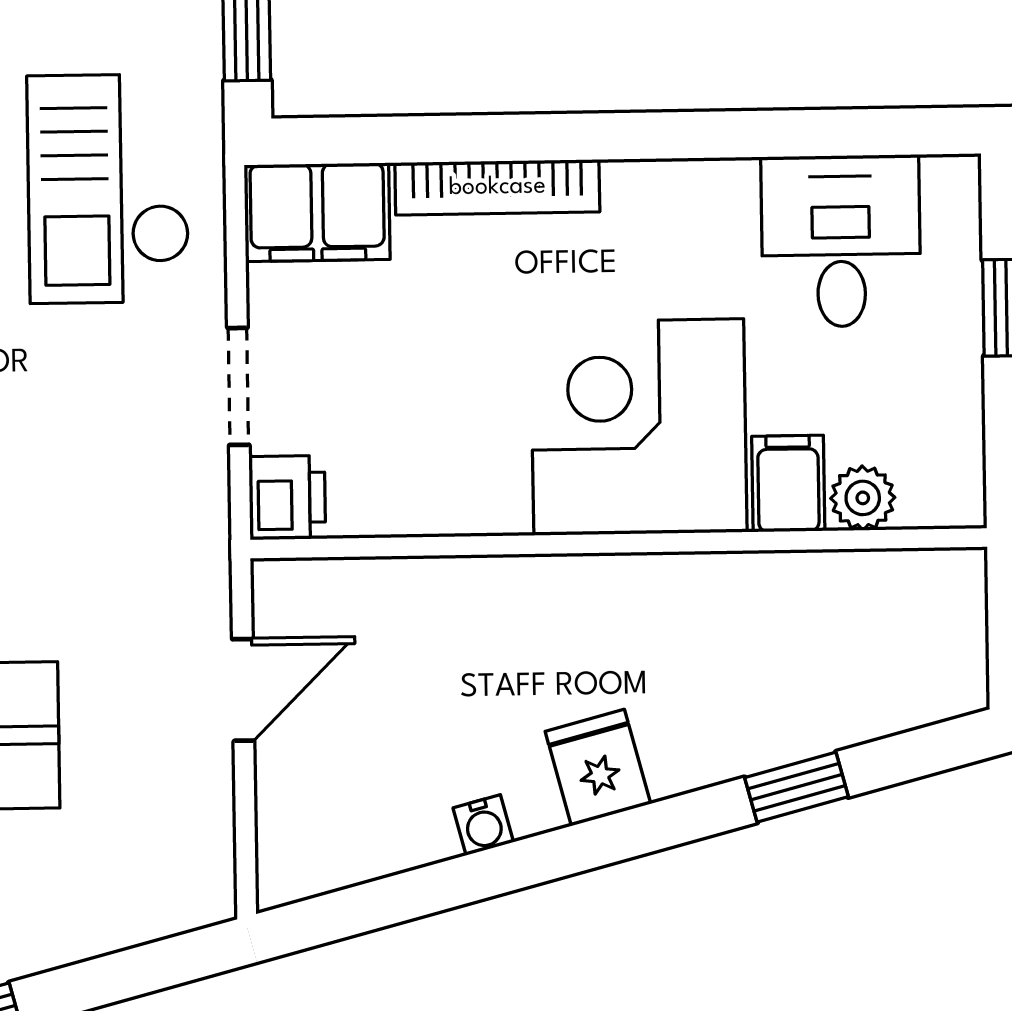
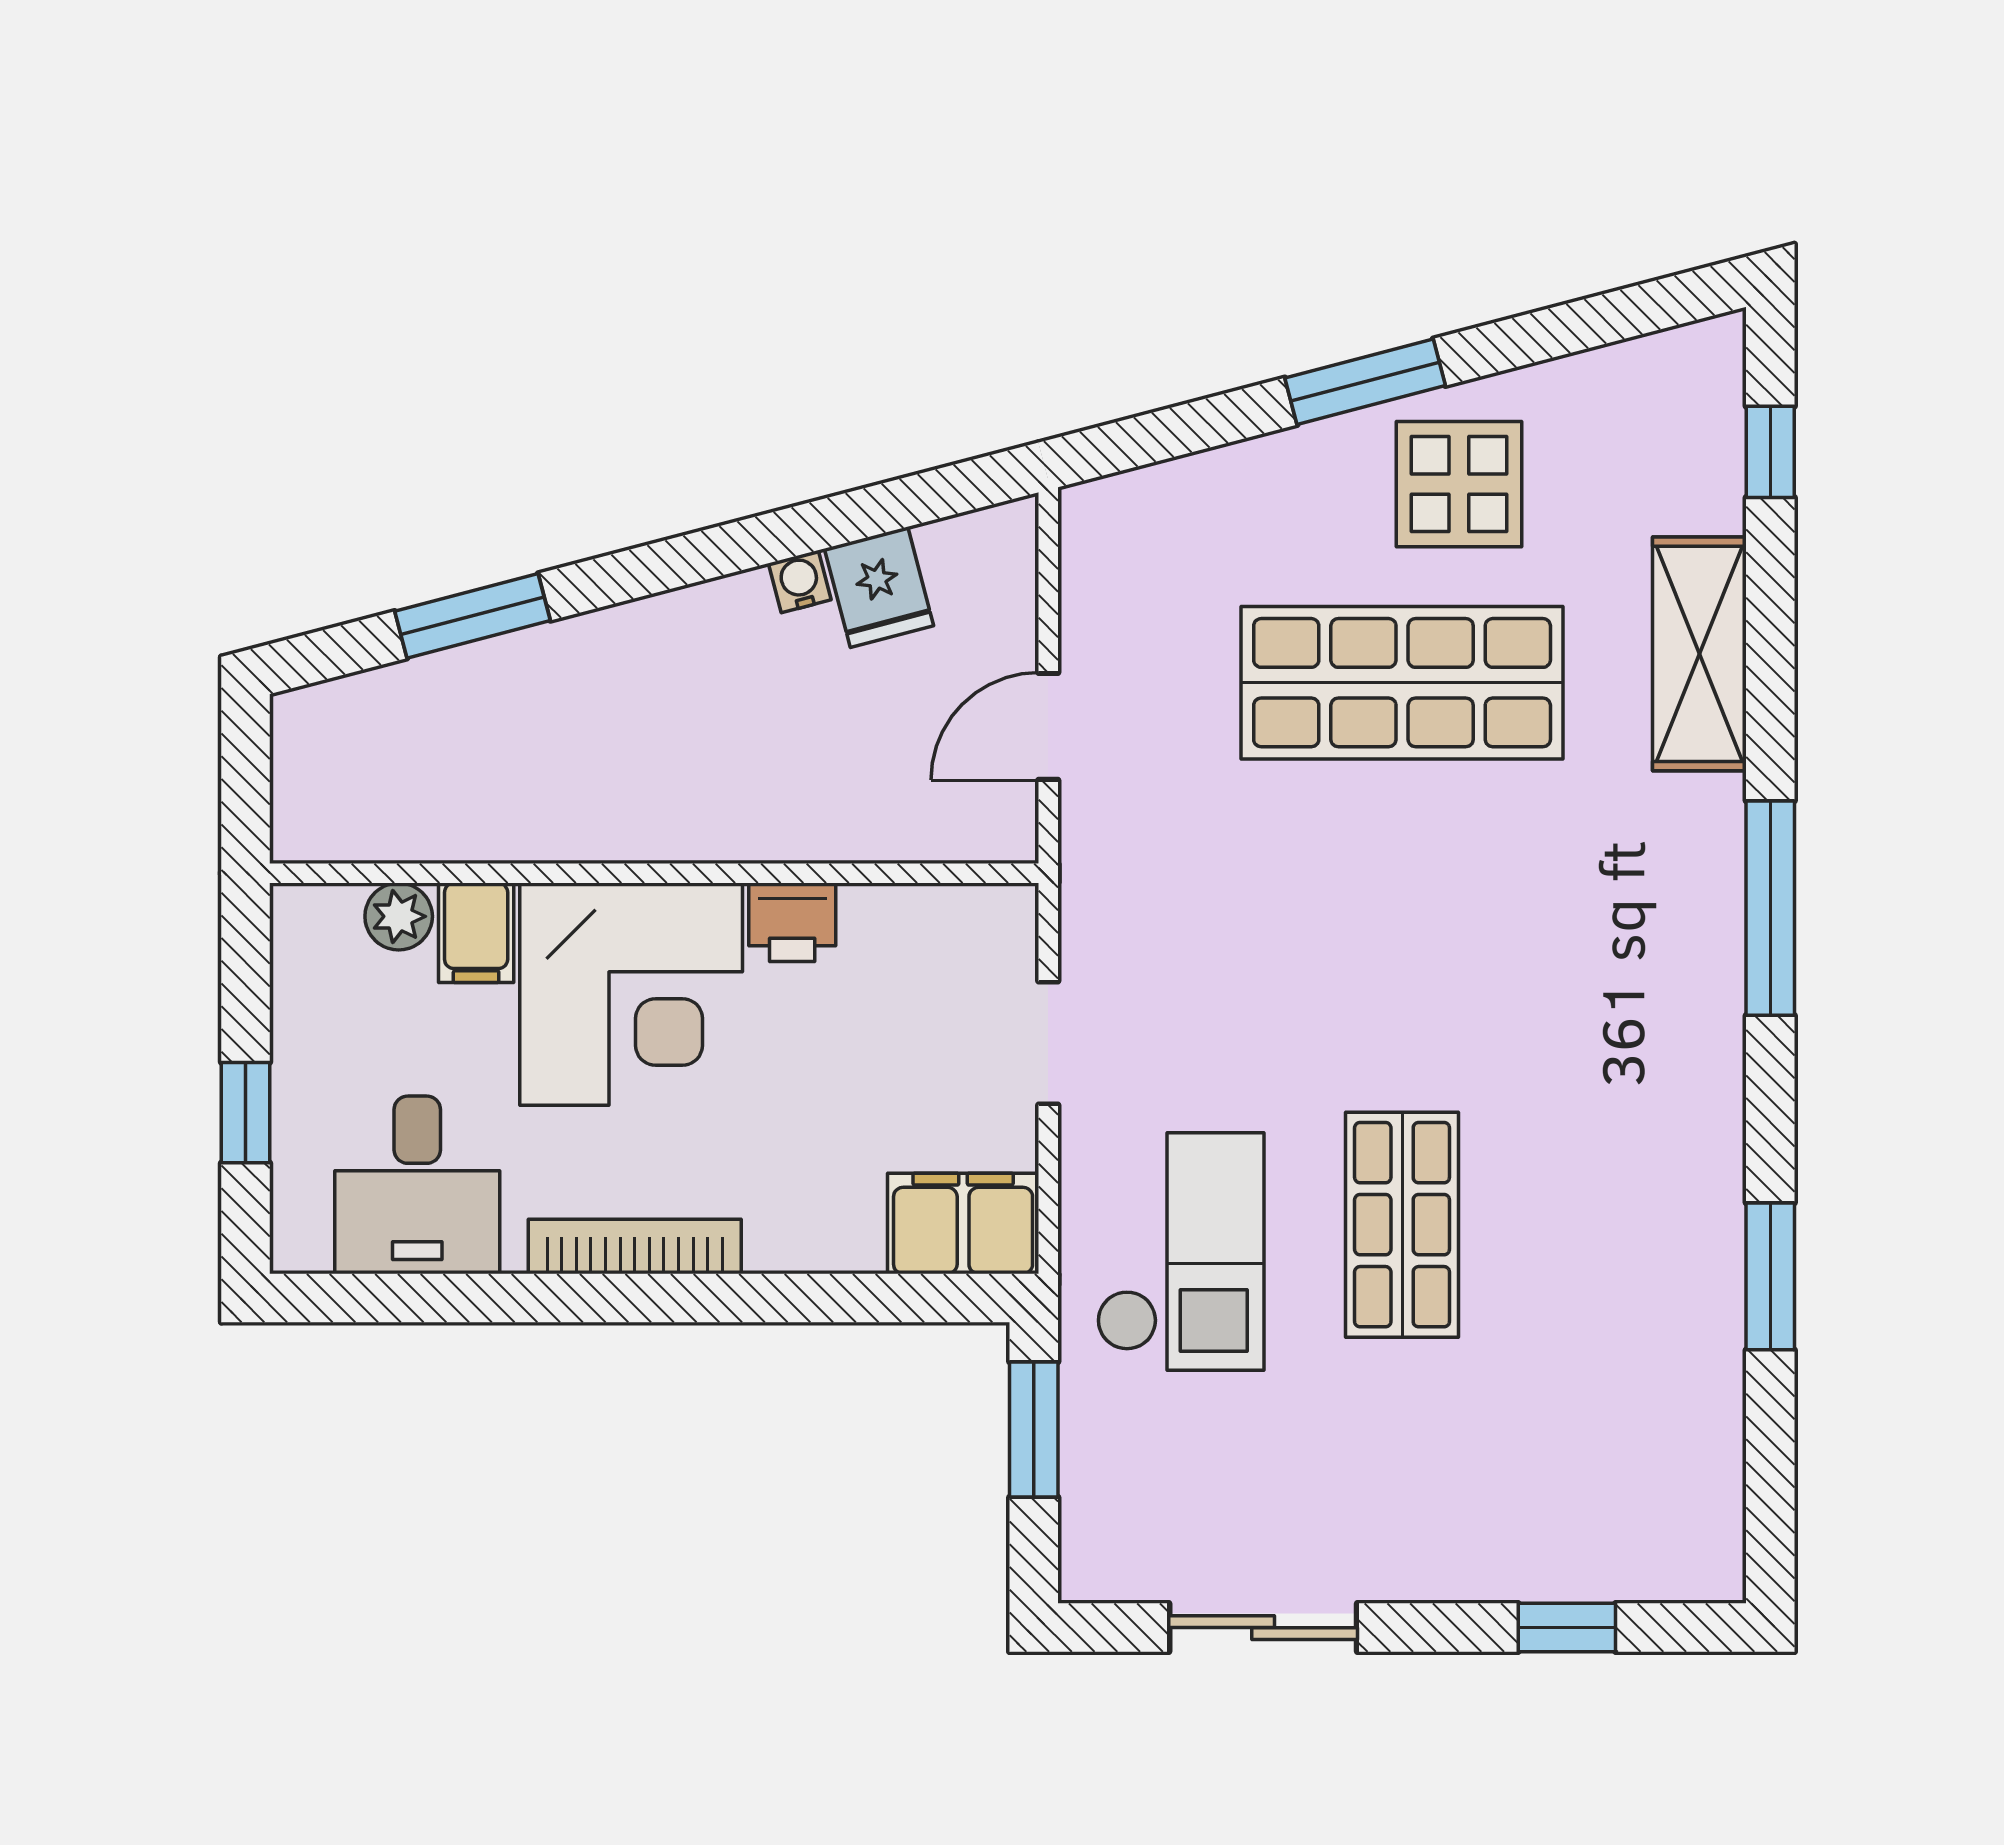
bookcase: (497, 187) -> (635, 1246), moved
printer: (287, 498) -> (792, 922), moved, turned -90
fridge: (598, 768) -> (879, 587), moved
window: (796, 787) -> (473, 616), width x1.50

